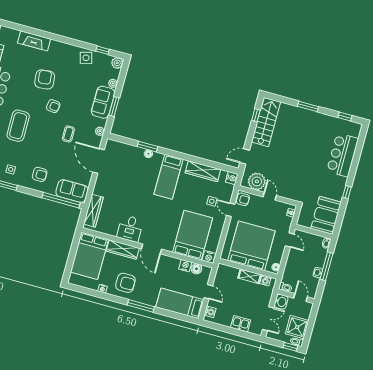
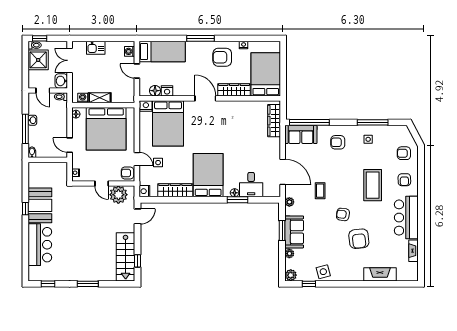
bed: (168, 177) -> (208, 175), width x1.50
booth: (326, 215) -> (40, 205), moved
desk: (130, 228) -> (251, 185), moved, turned 180

